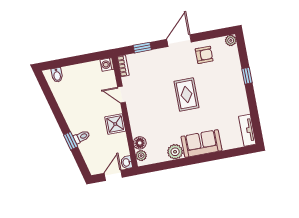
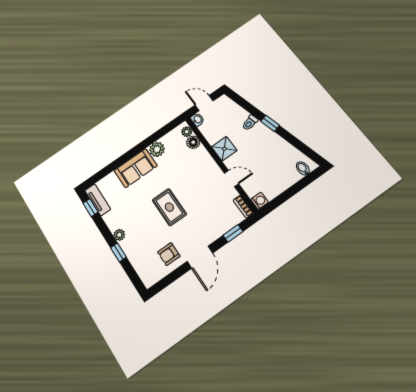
plant: (231, 40) -> (119, 235), moved
window: (257, 126) -> (90, 208), added
window: (71, 141) -> (270, 123), moved
door: (113, 175) -> (204, 103), swing flipped

